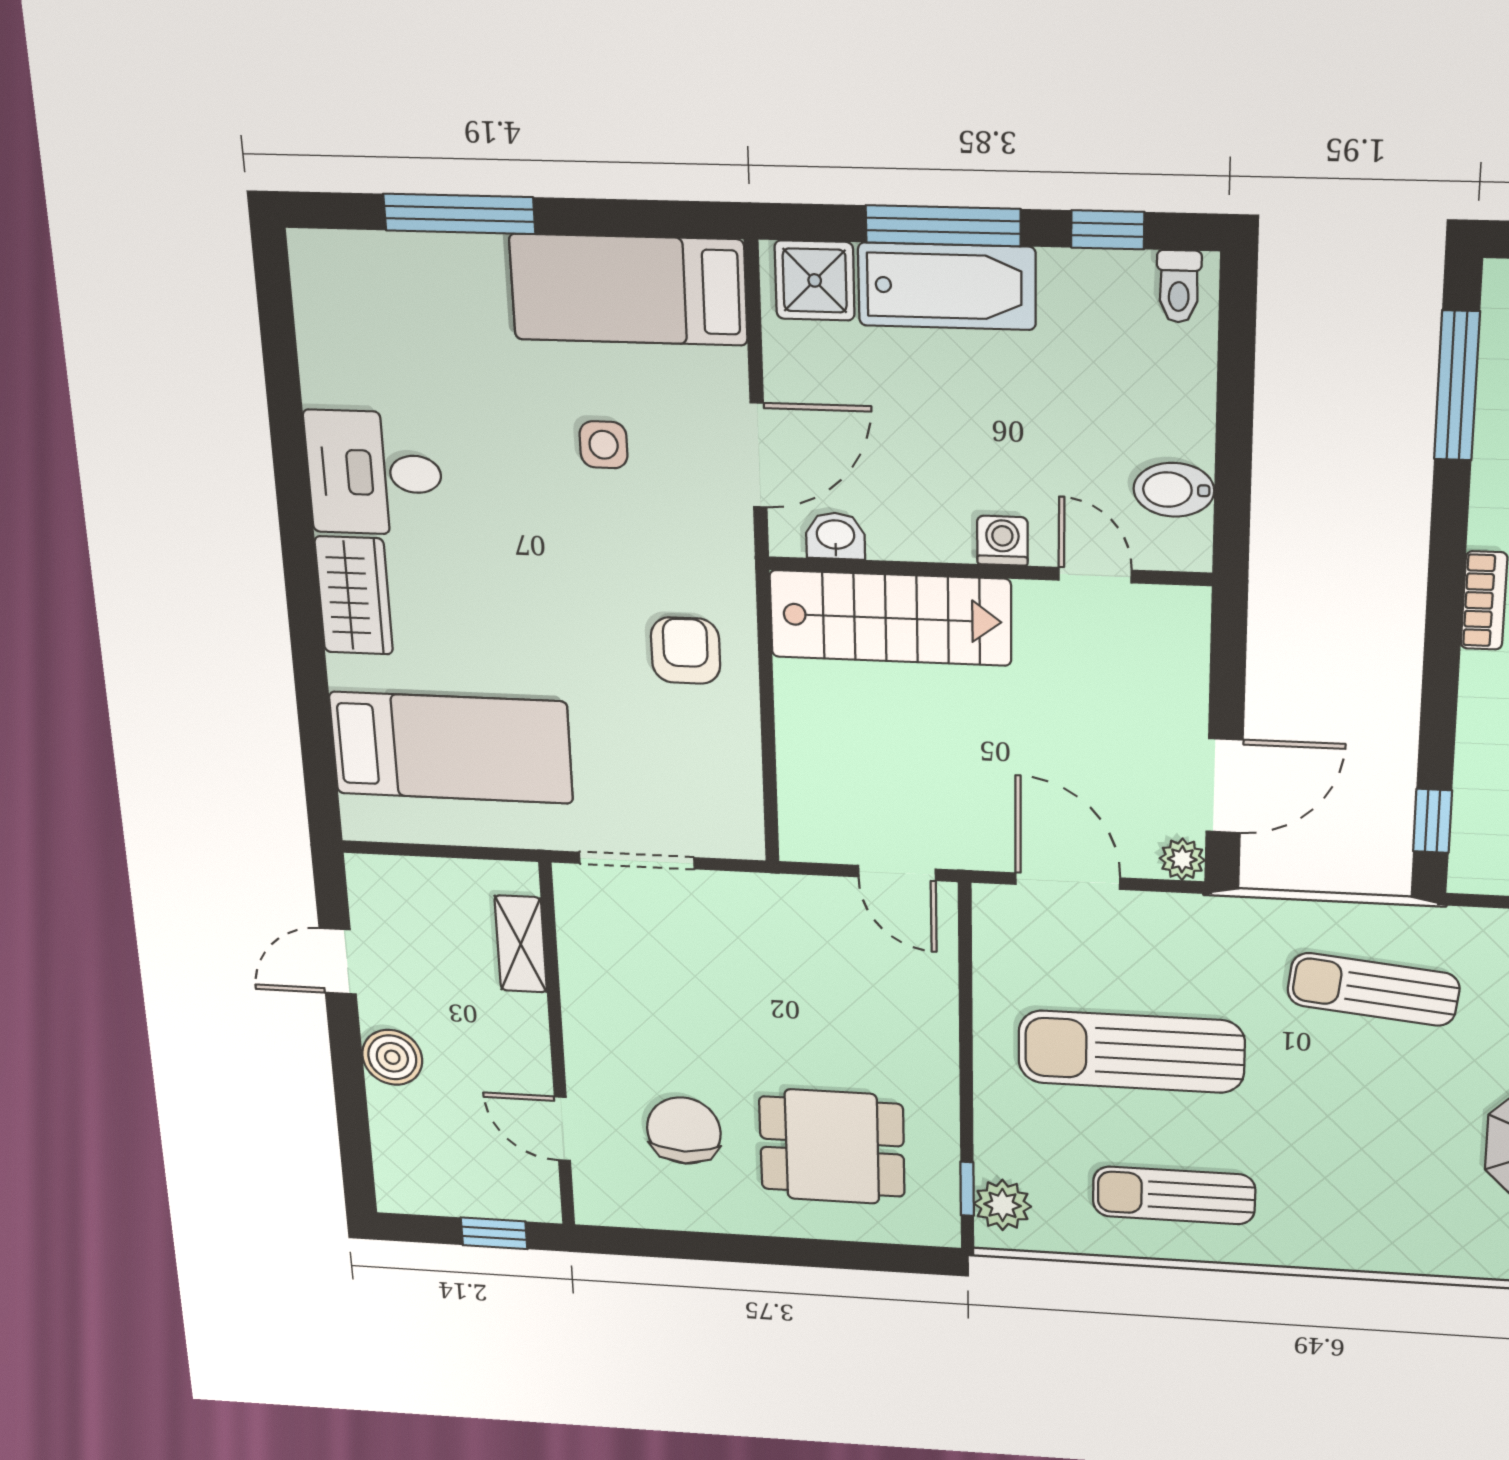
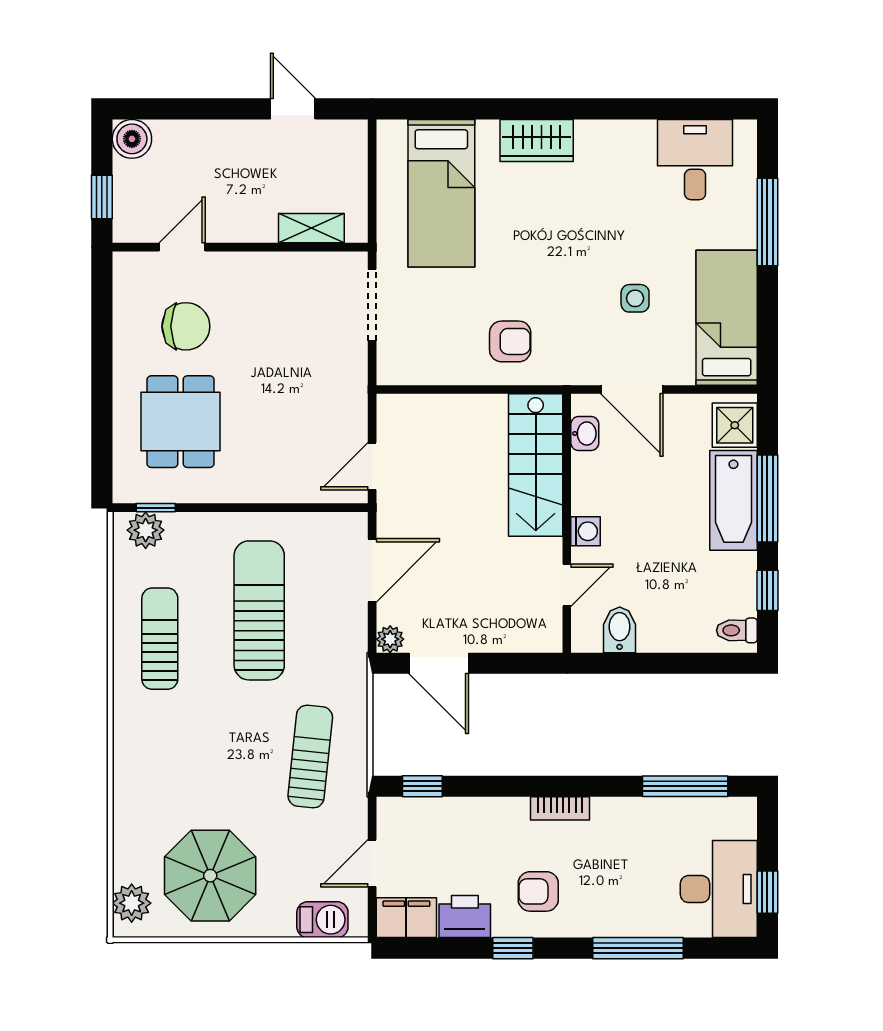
desk: (374, 473) -> (695, 160), moved
boiler: (392, 1057) -> (132, 139), moved

